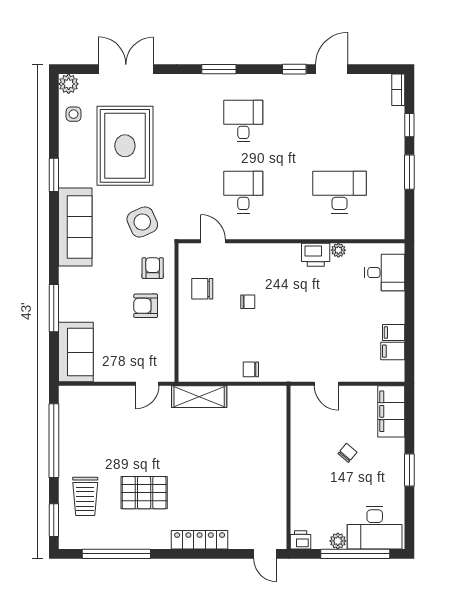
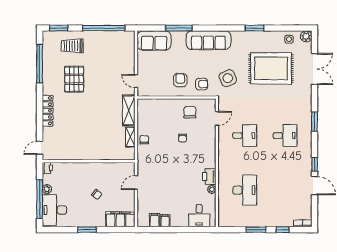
sofa: (75, 227) -> (208, 40), moved
shelving: (246, 394) -> (130, 137), added

